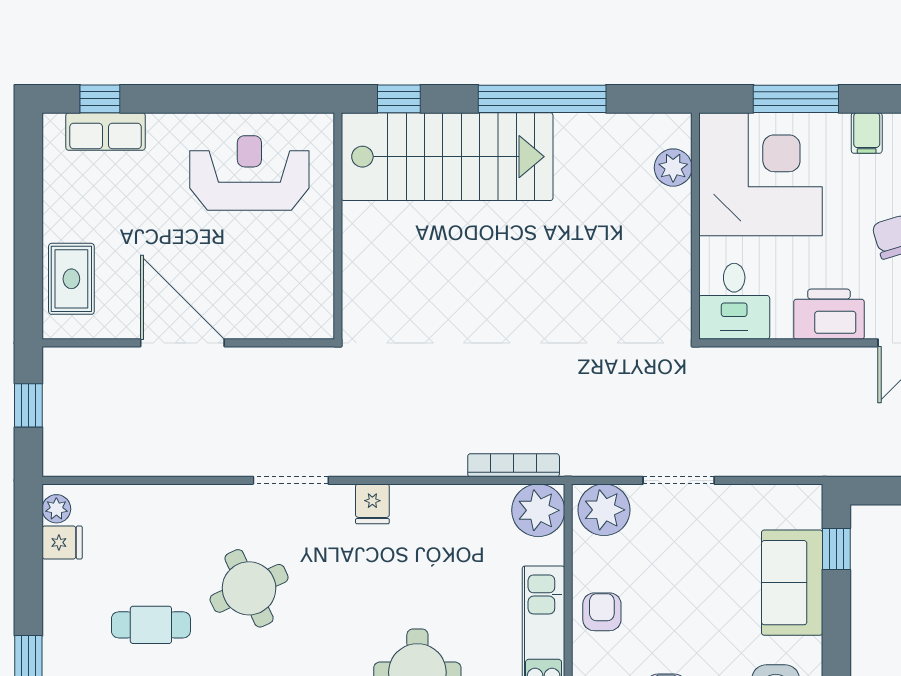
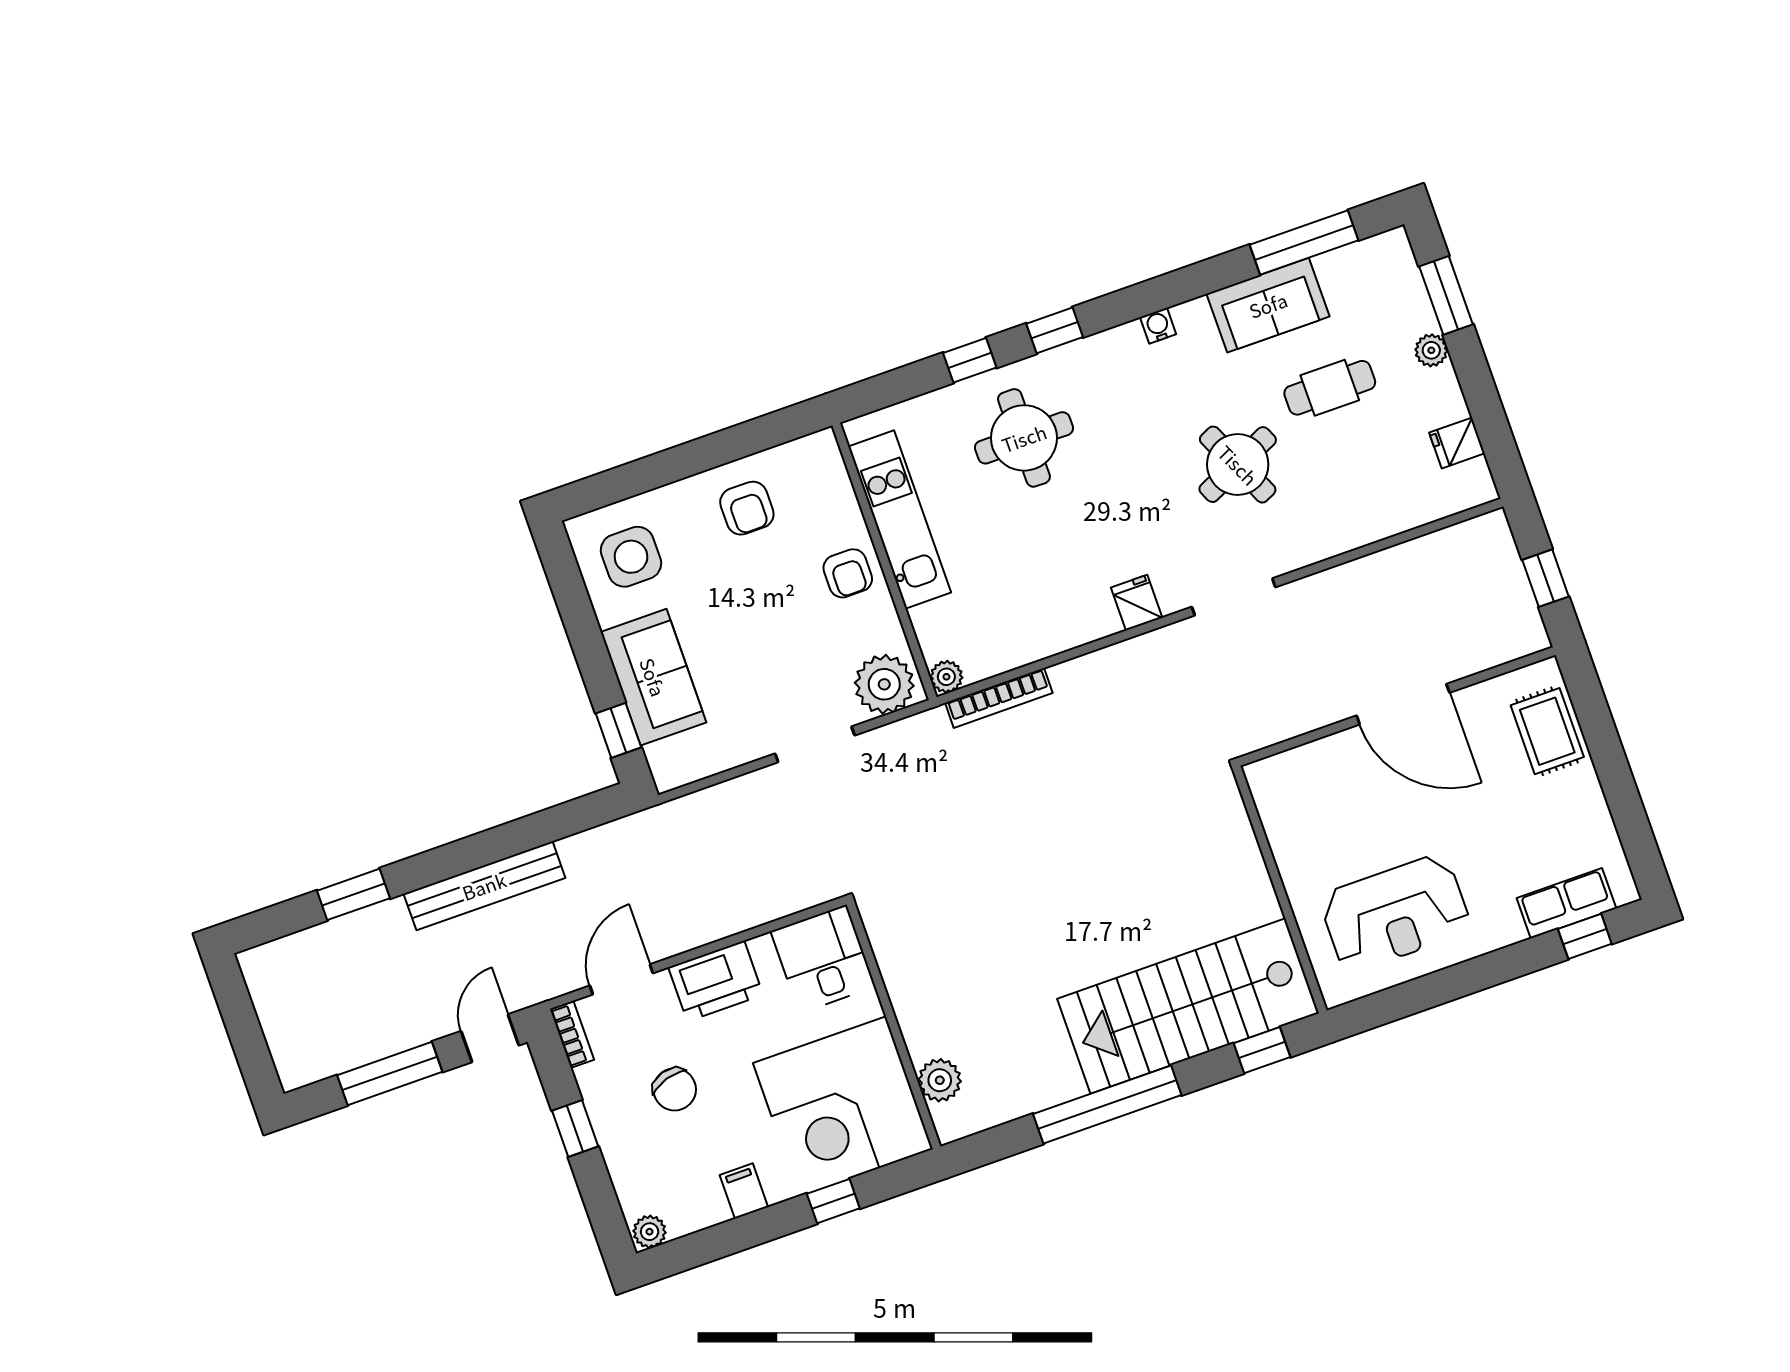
window: (796, 99) -> (833, 1201), width x0.46
plant: (56, 509) -> (1431, 350), moved
plant: (538, 510) -> (946, 677), width x0.53, depth x0.53

